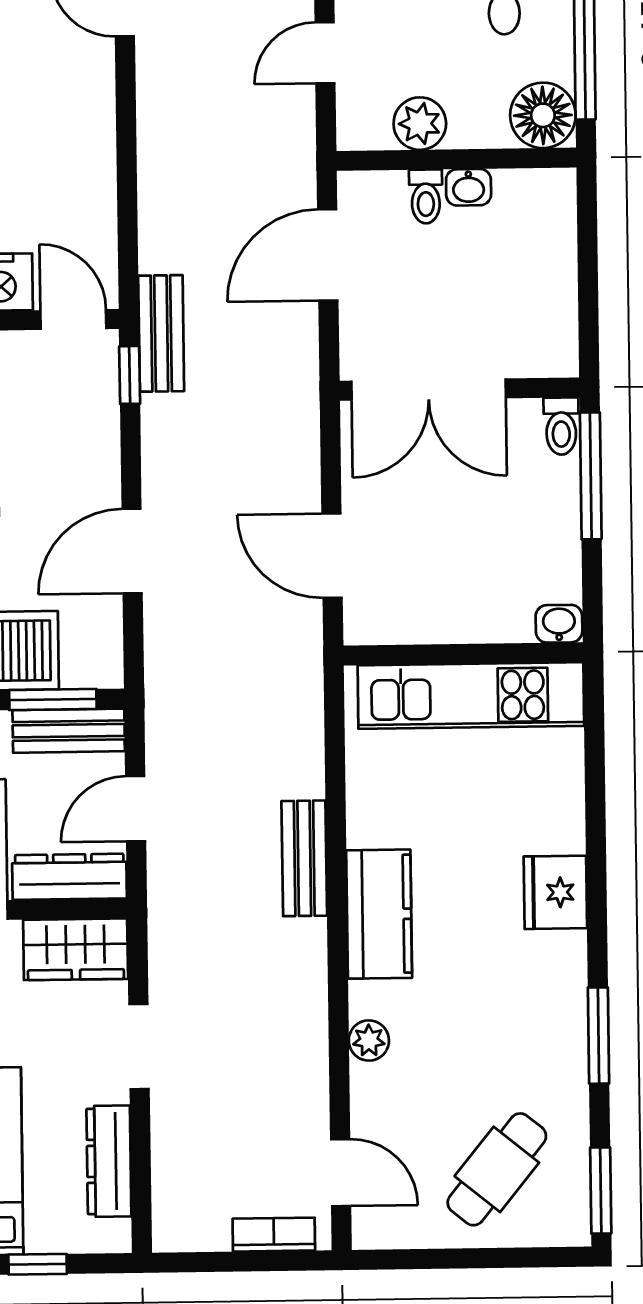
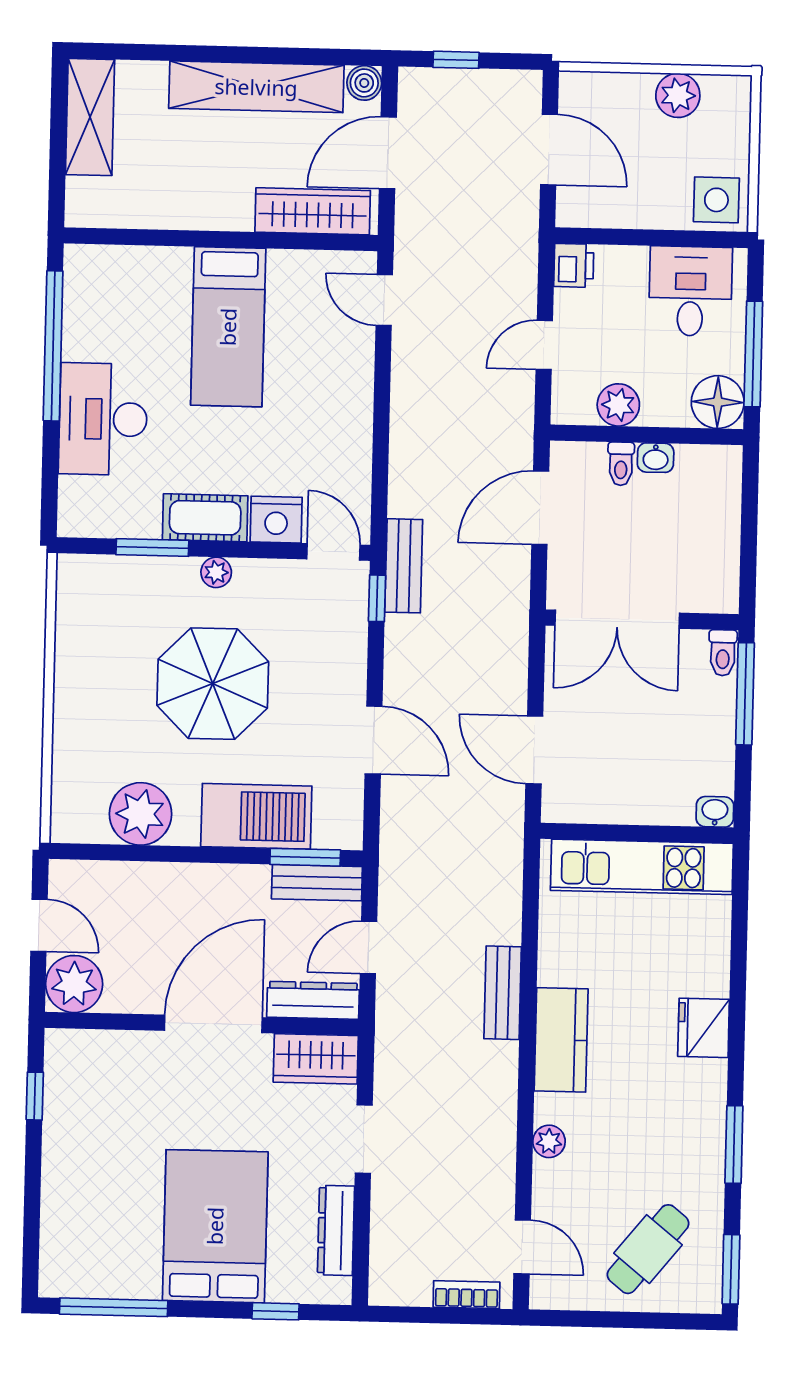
door: (132, 551) -> (374, 740), swing flipped

